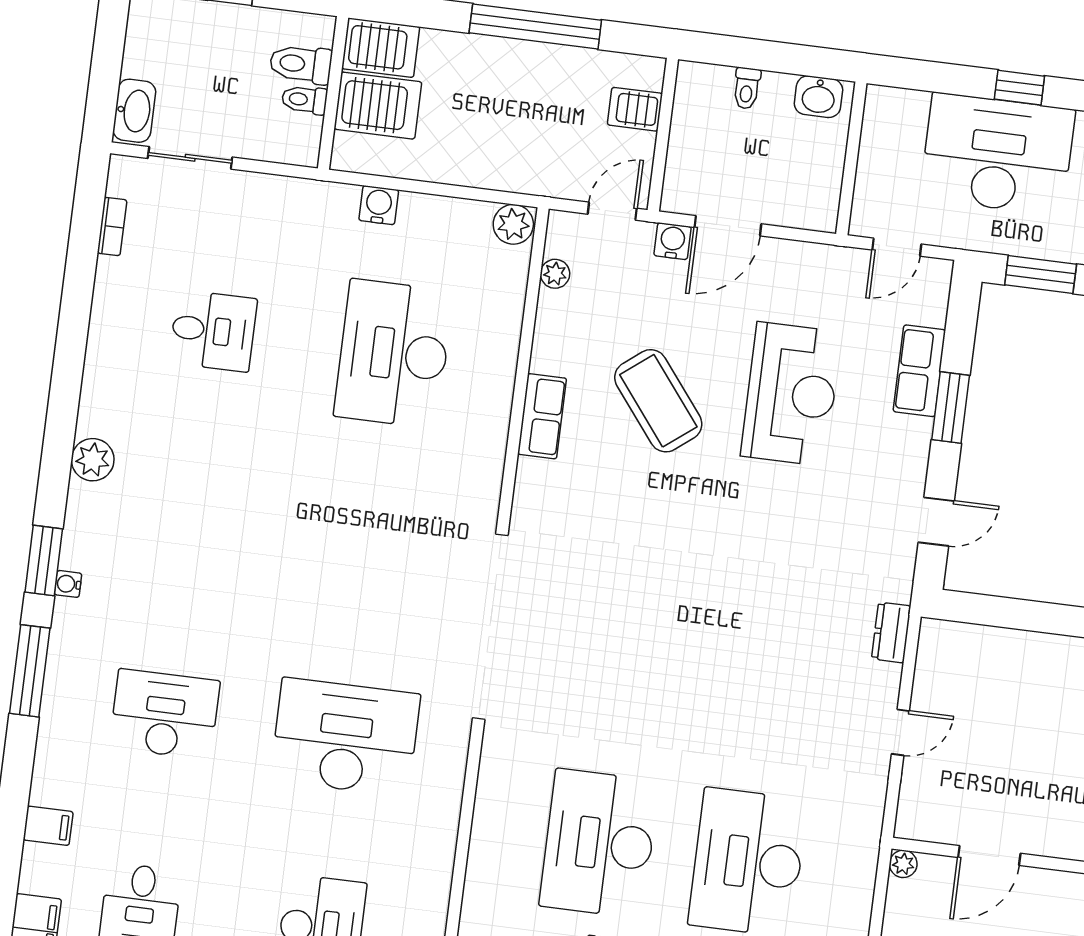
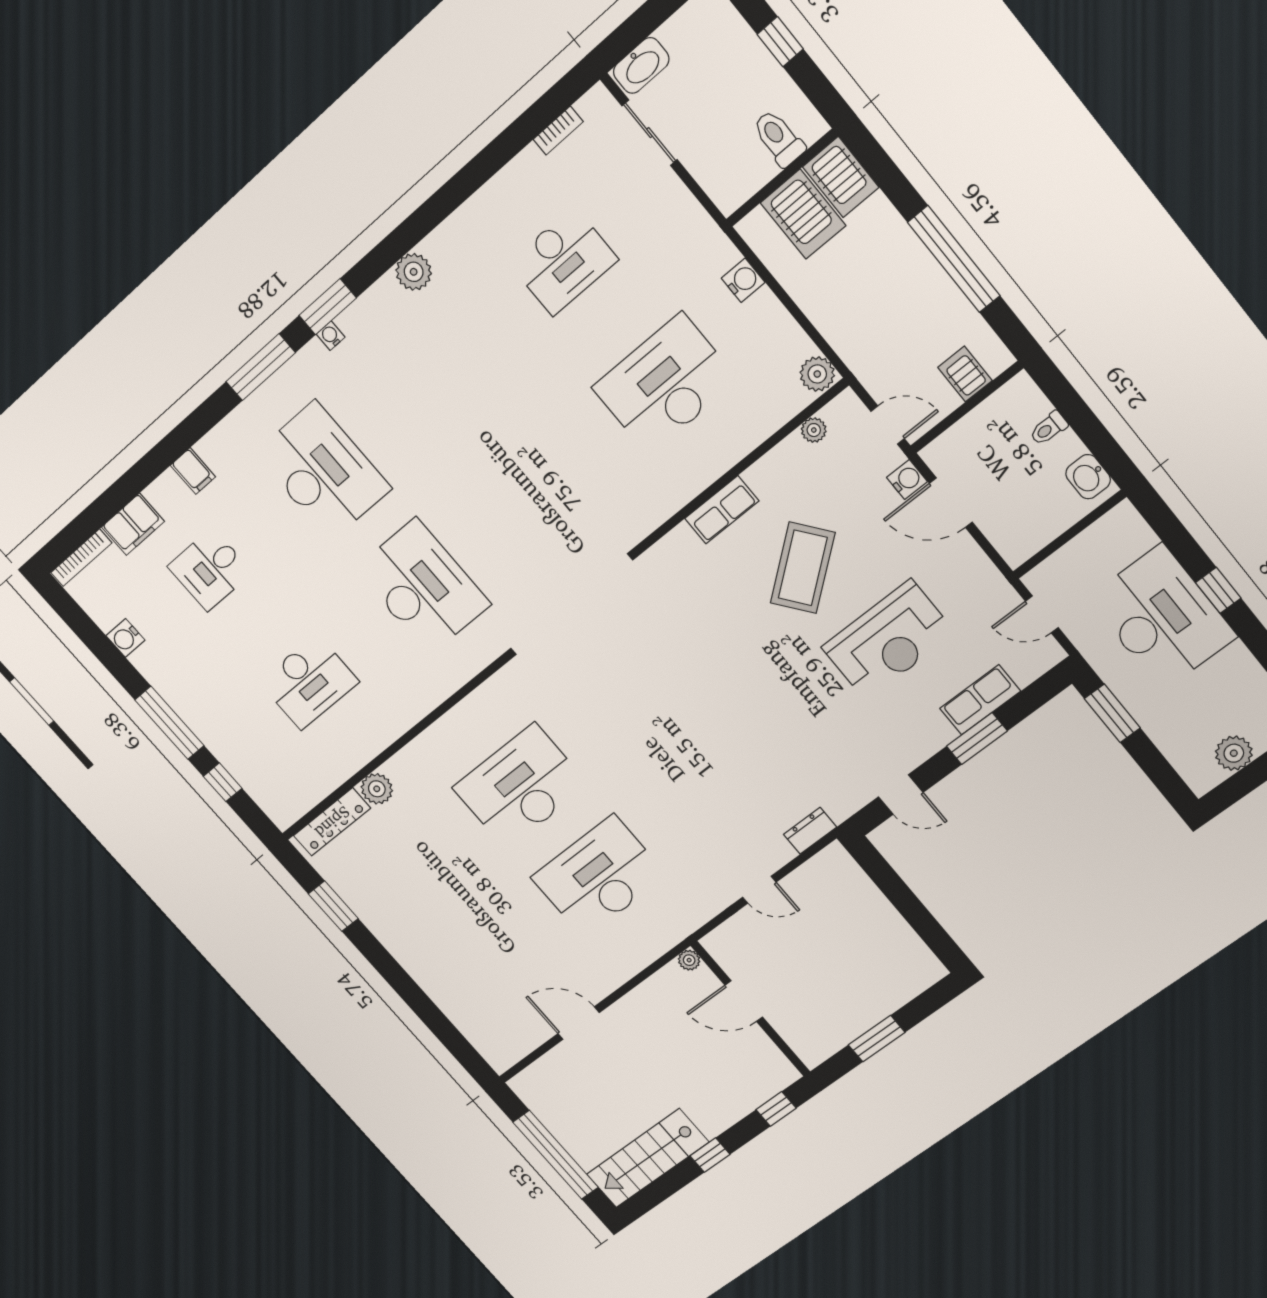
toilet: (304, 100) -> (759, 165), removed
desk: (213, 331) -> (563, 261), width x1.37
desk: (165, 714) -> (323, 471), width x1.36, depth x1.30

